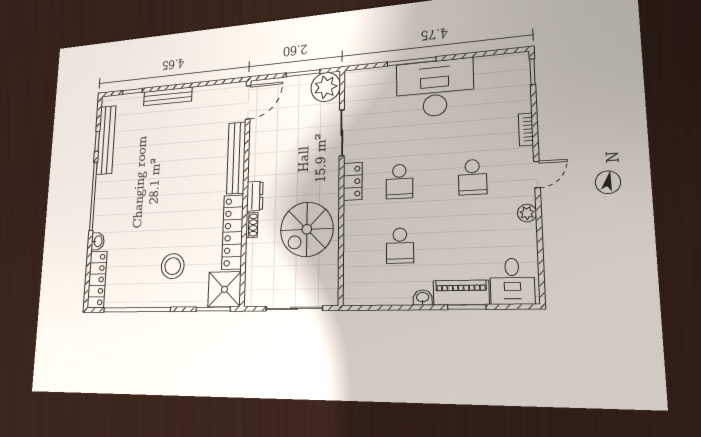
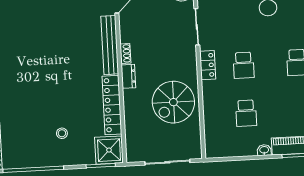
shoe rack: (252, 225) -> (125, 53), moved
stool: (173, 266) -> (62, 133), width x0.53, depth x0.53

